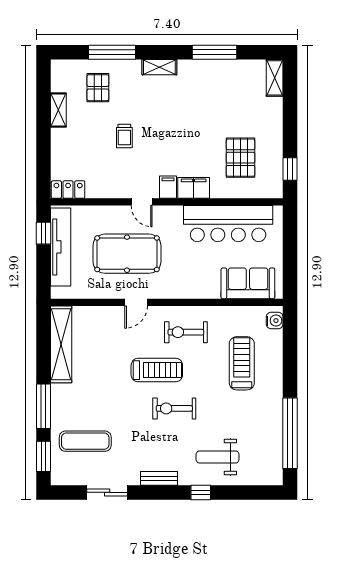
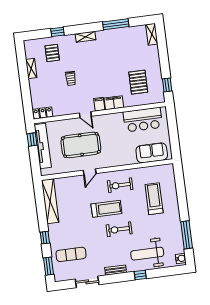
window: (112, 52) -> (58, 32), width x0.46
bar counter: (228, 224) -> (143, 120), width x0.73
water cooler: (275, 321) -> (181, 258), moved
window: (44, 406) -> (45, 238), width x0.46
window: (290, 433) -> (187, 235), width x0.68
weight bench: (218, 457) -> (147, 254), width x1.36, depth x1.33

